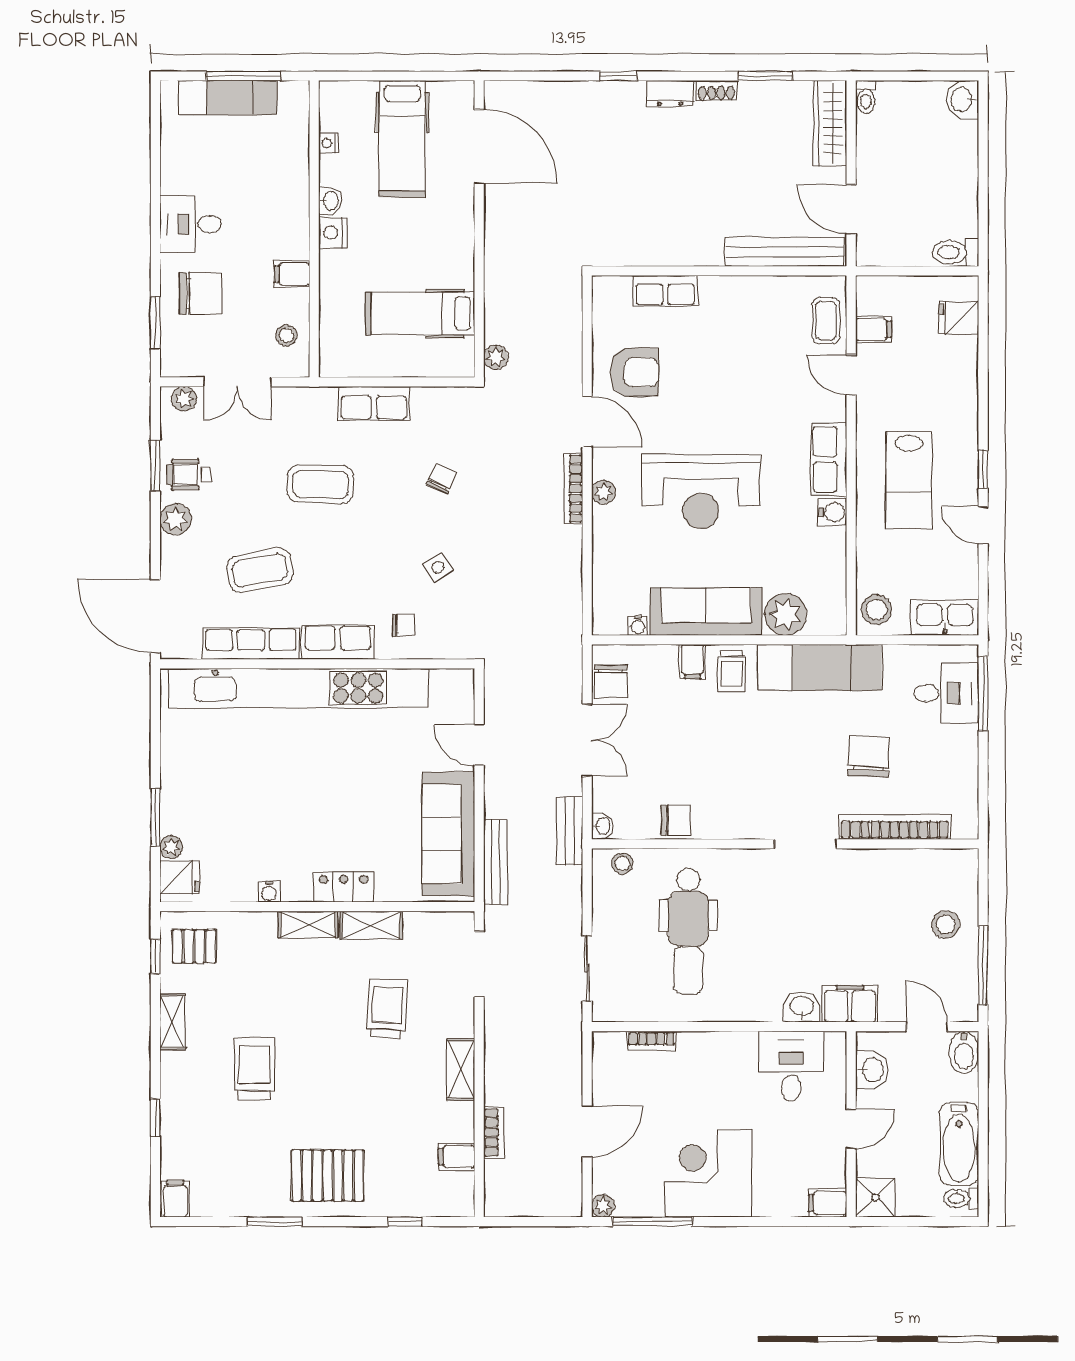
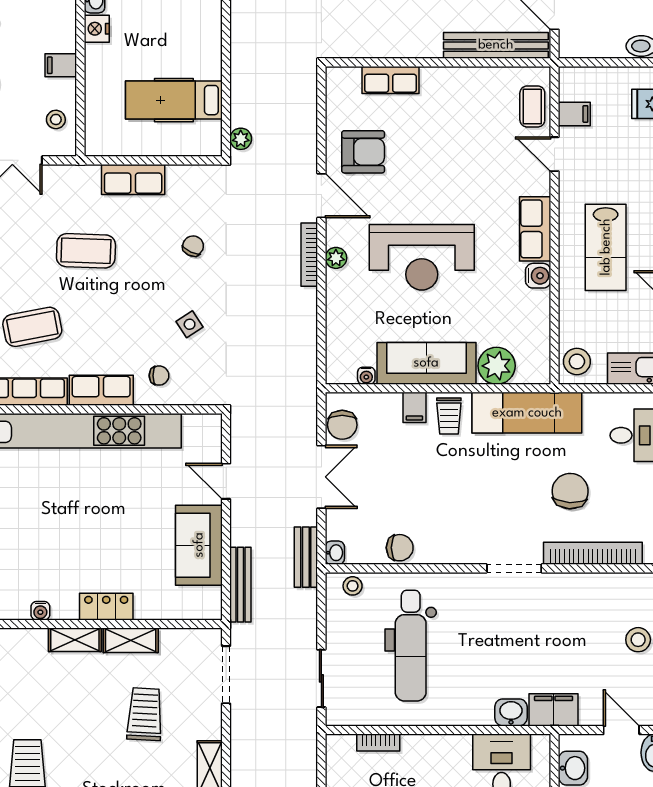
sofa: (448, 834) -> (199, 545), width x0.73

